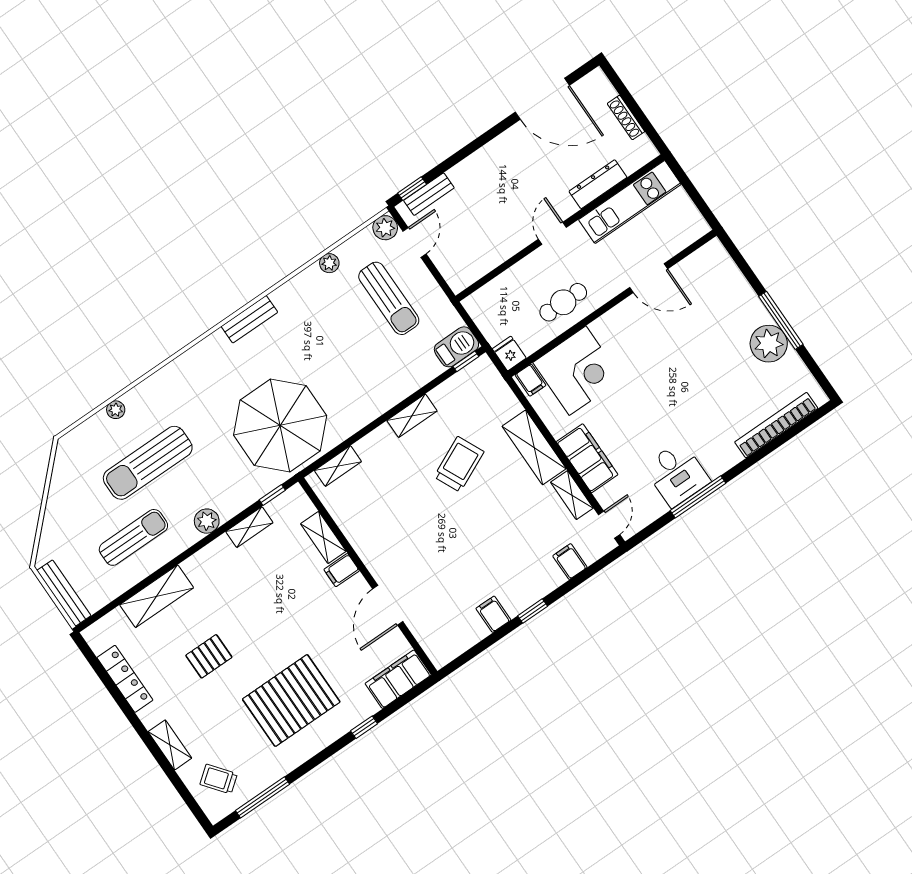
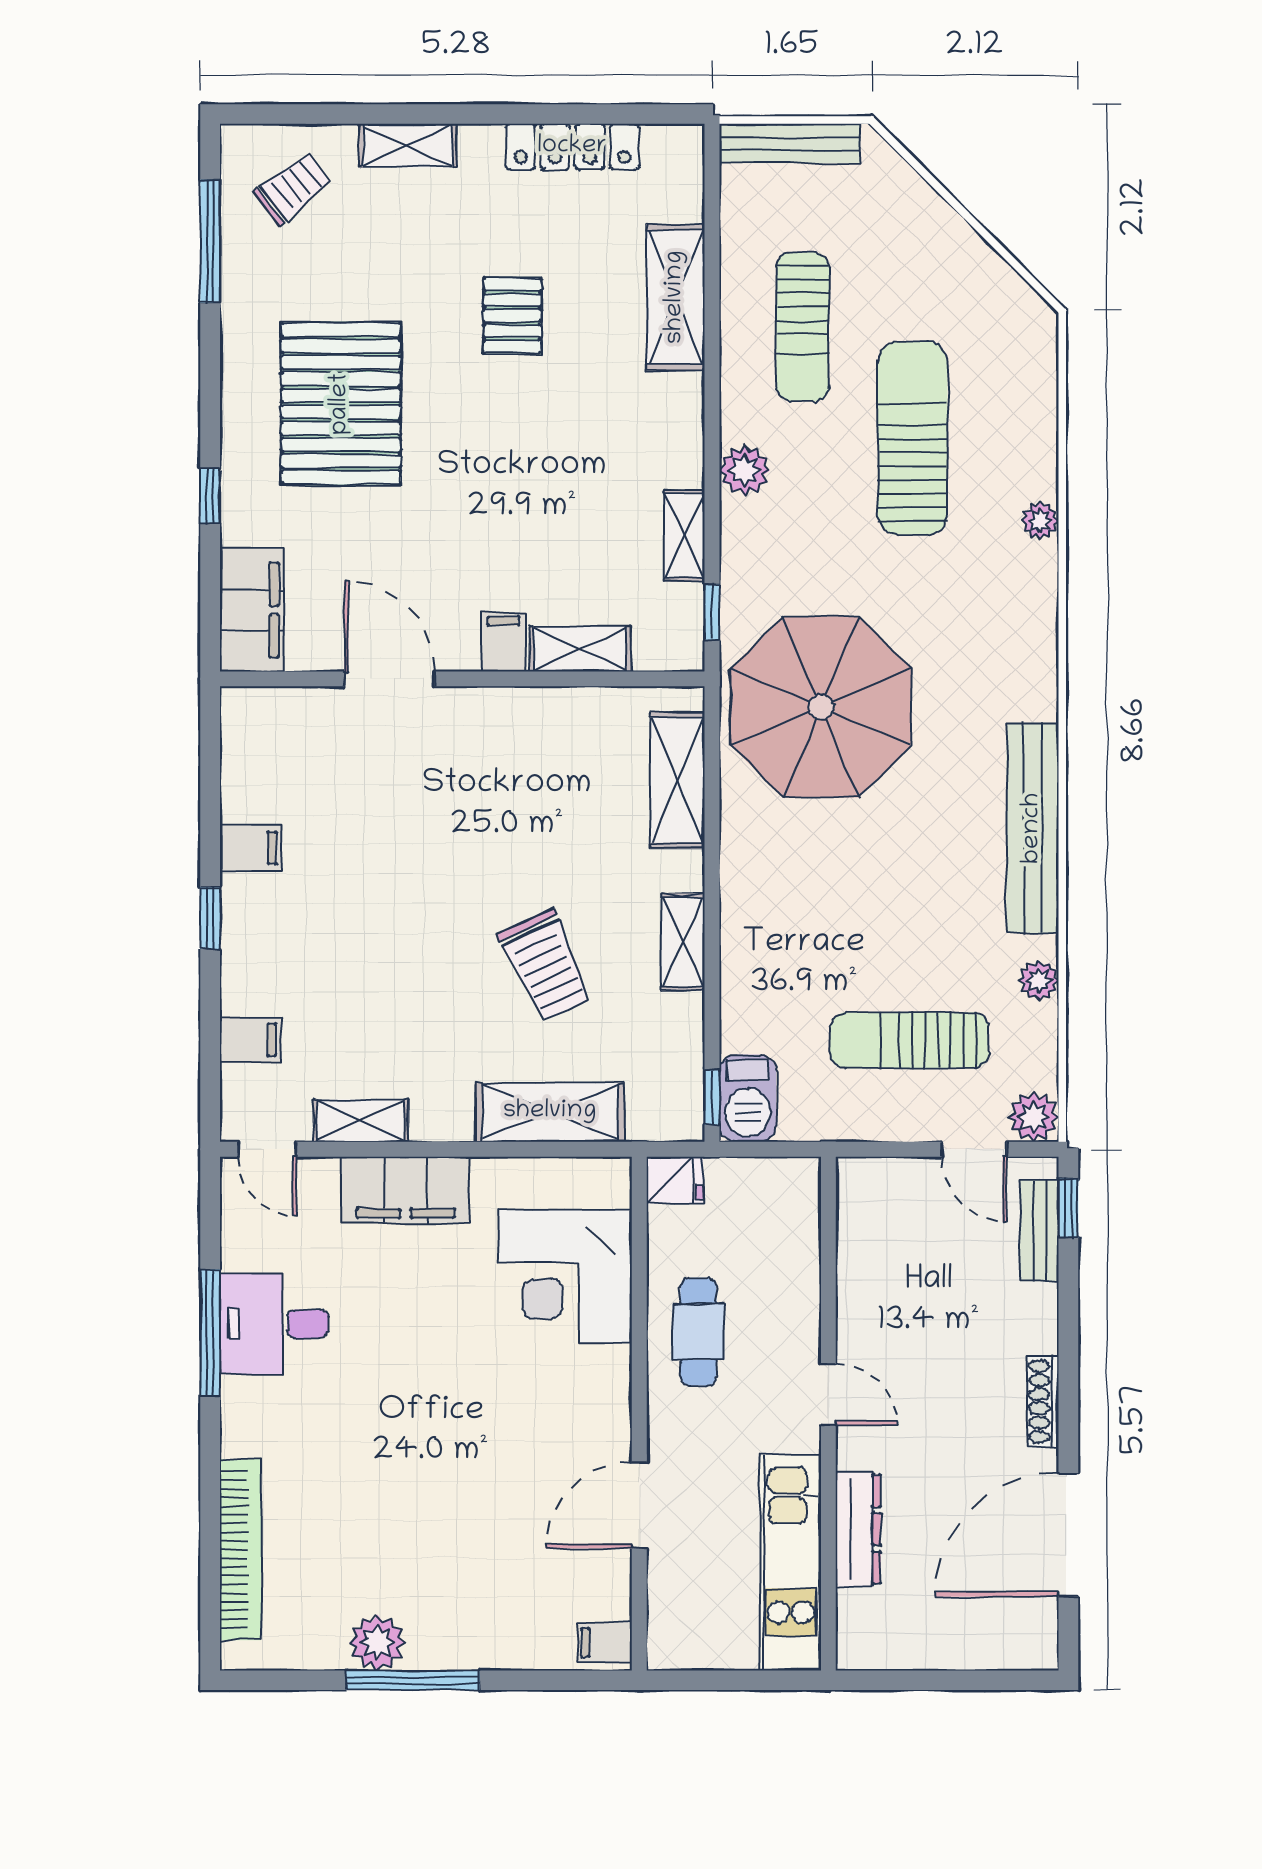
shoe rack: (626, 117) -> (1043, 1401), moved, turned -90
bench: (249, 319) -> (1033, 828), width x1.86, depth x1.21
plant: (769, 344) -> (377, 1643), width x0.73, depth x0.73
filing cabinet: (530, 380) -> (605, 1643), moved
plant: (116, 410) -> (1040, 521), moved
shelving: (534, 447) -> (550, 1112), moved
shelving: (338, 466) -> (677, 780), width x1.50, depth x1.33

